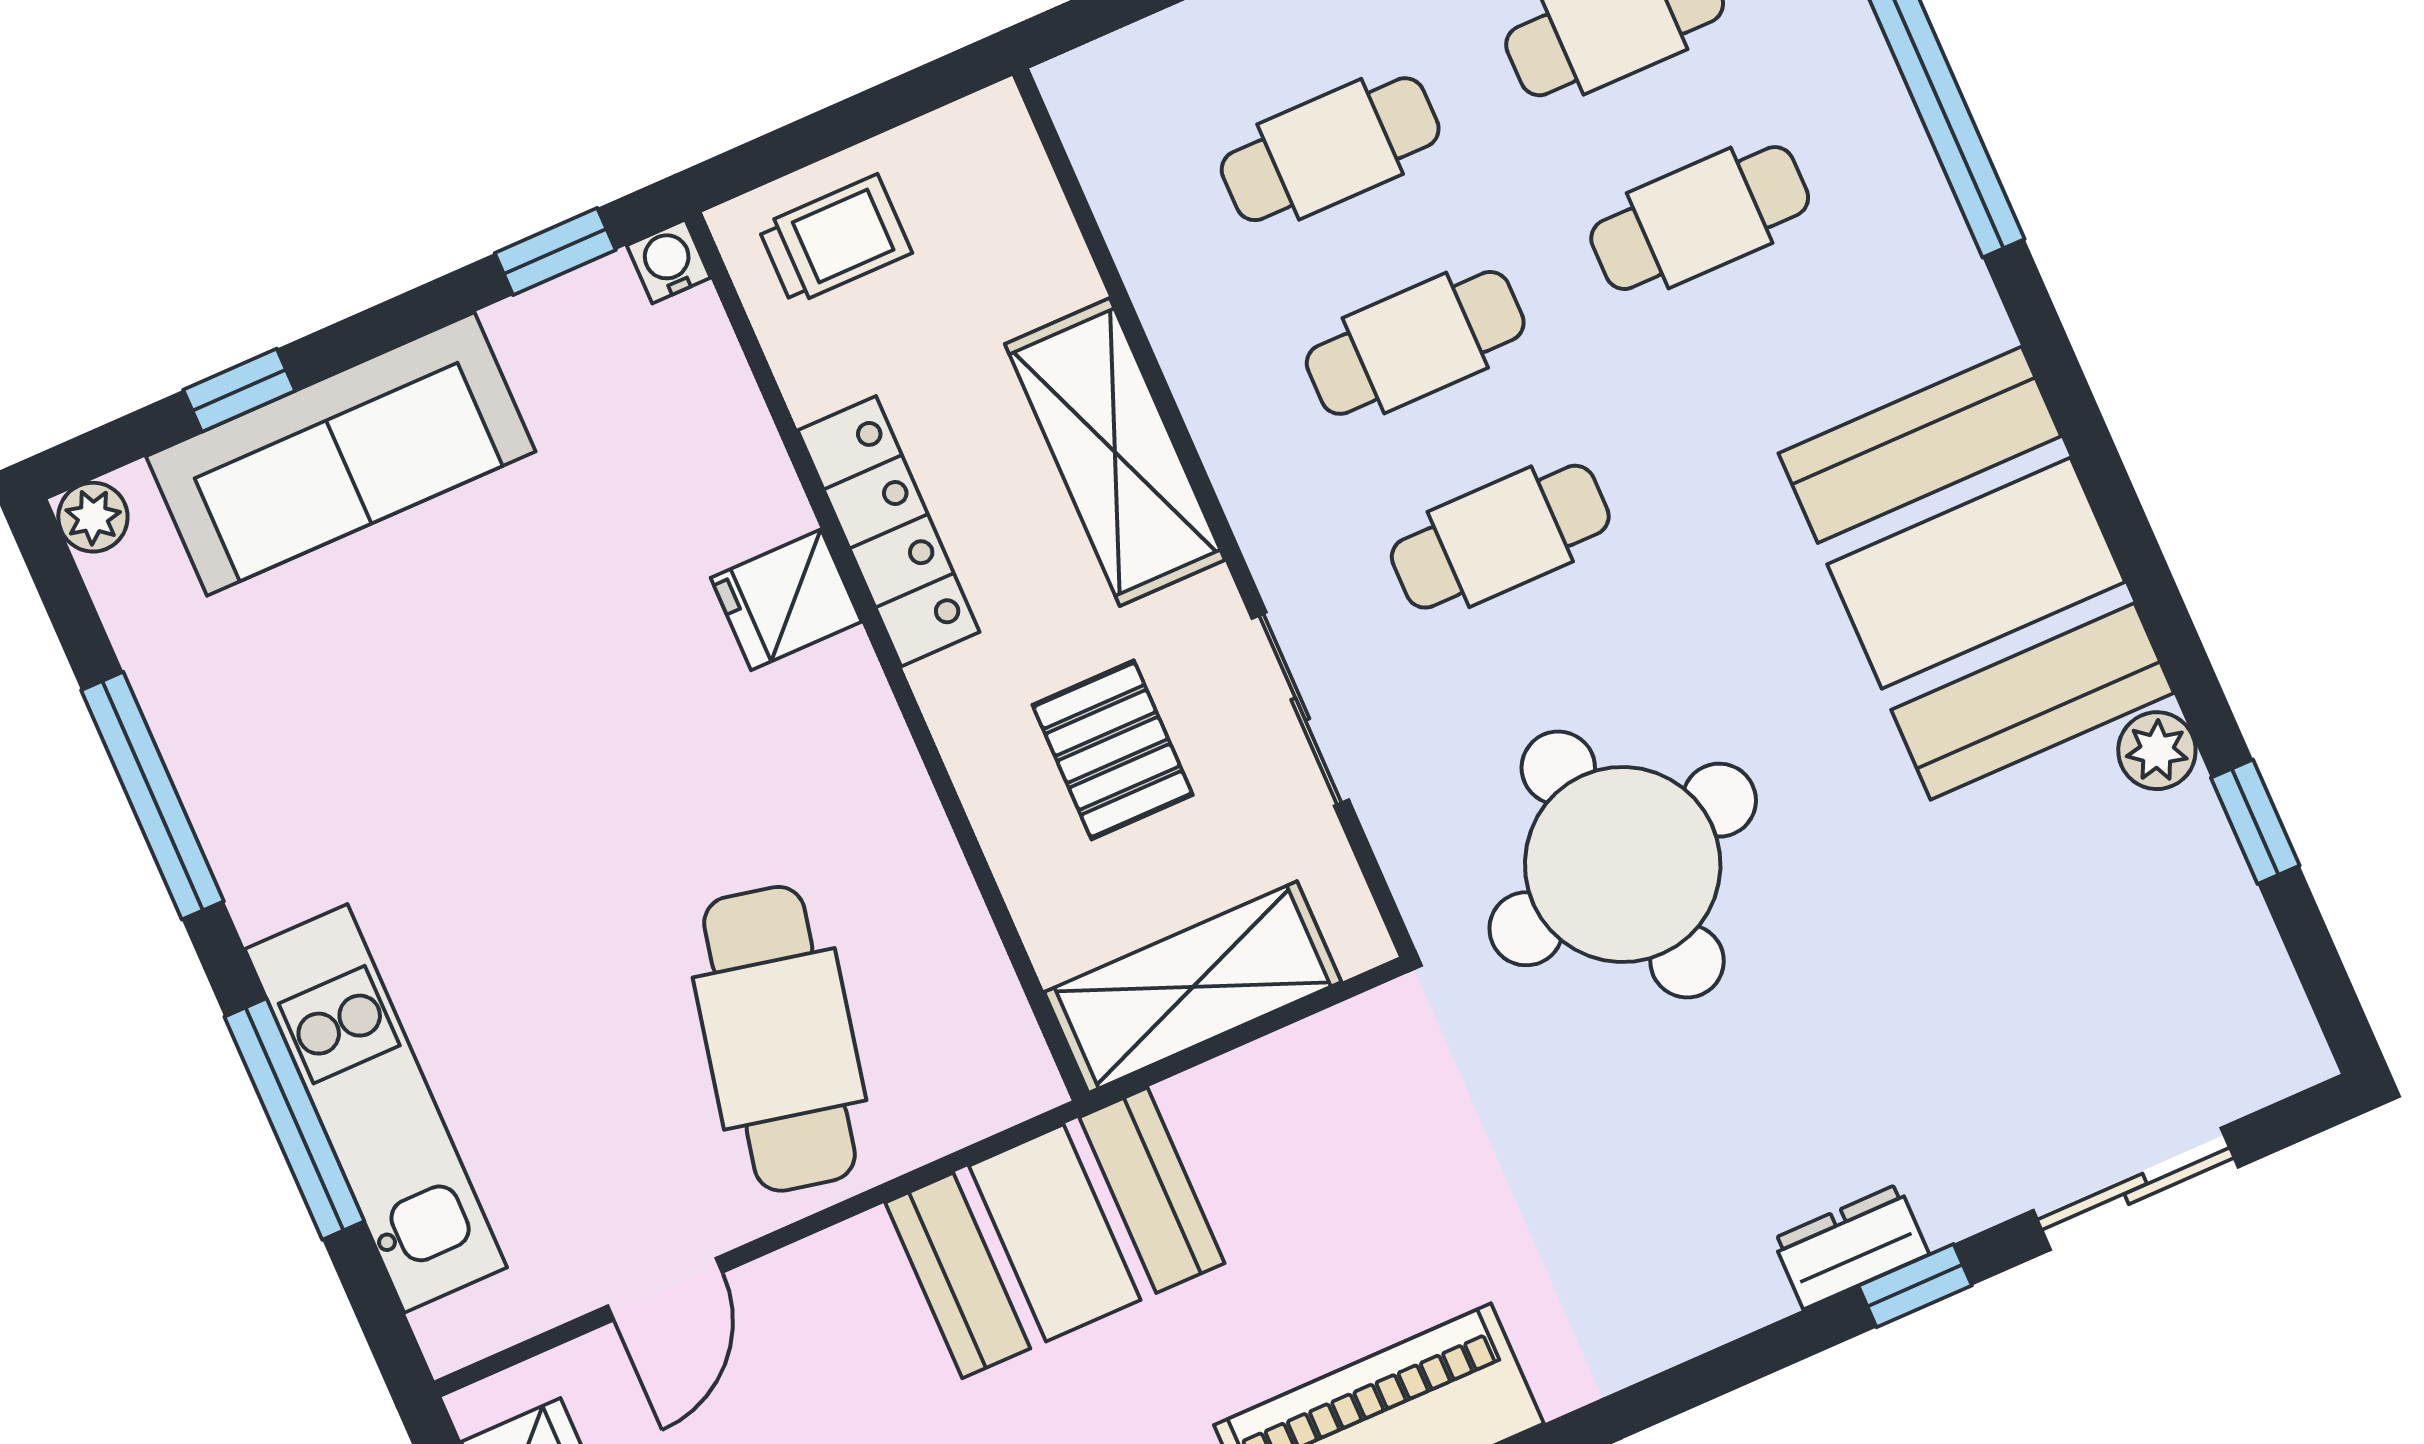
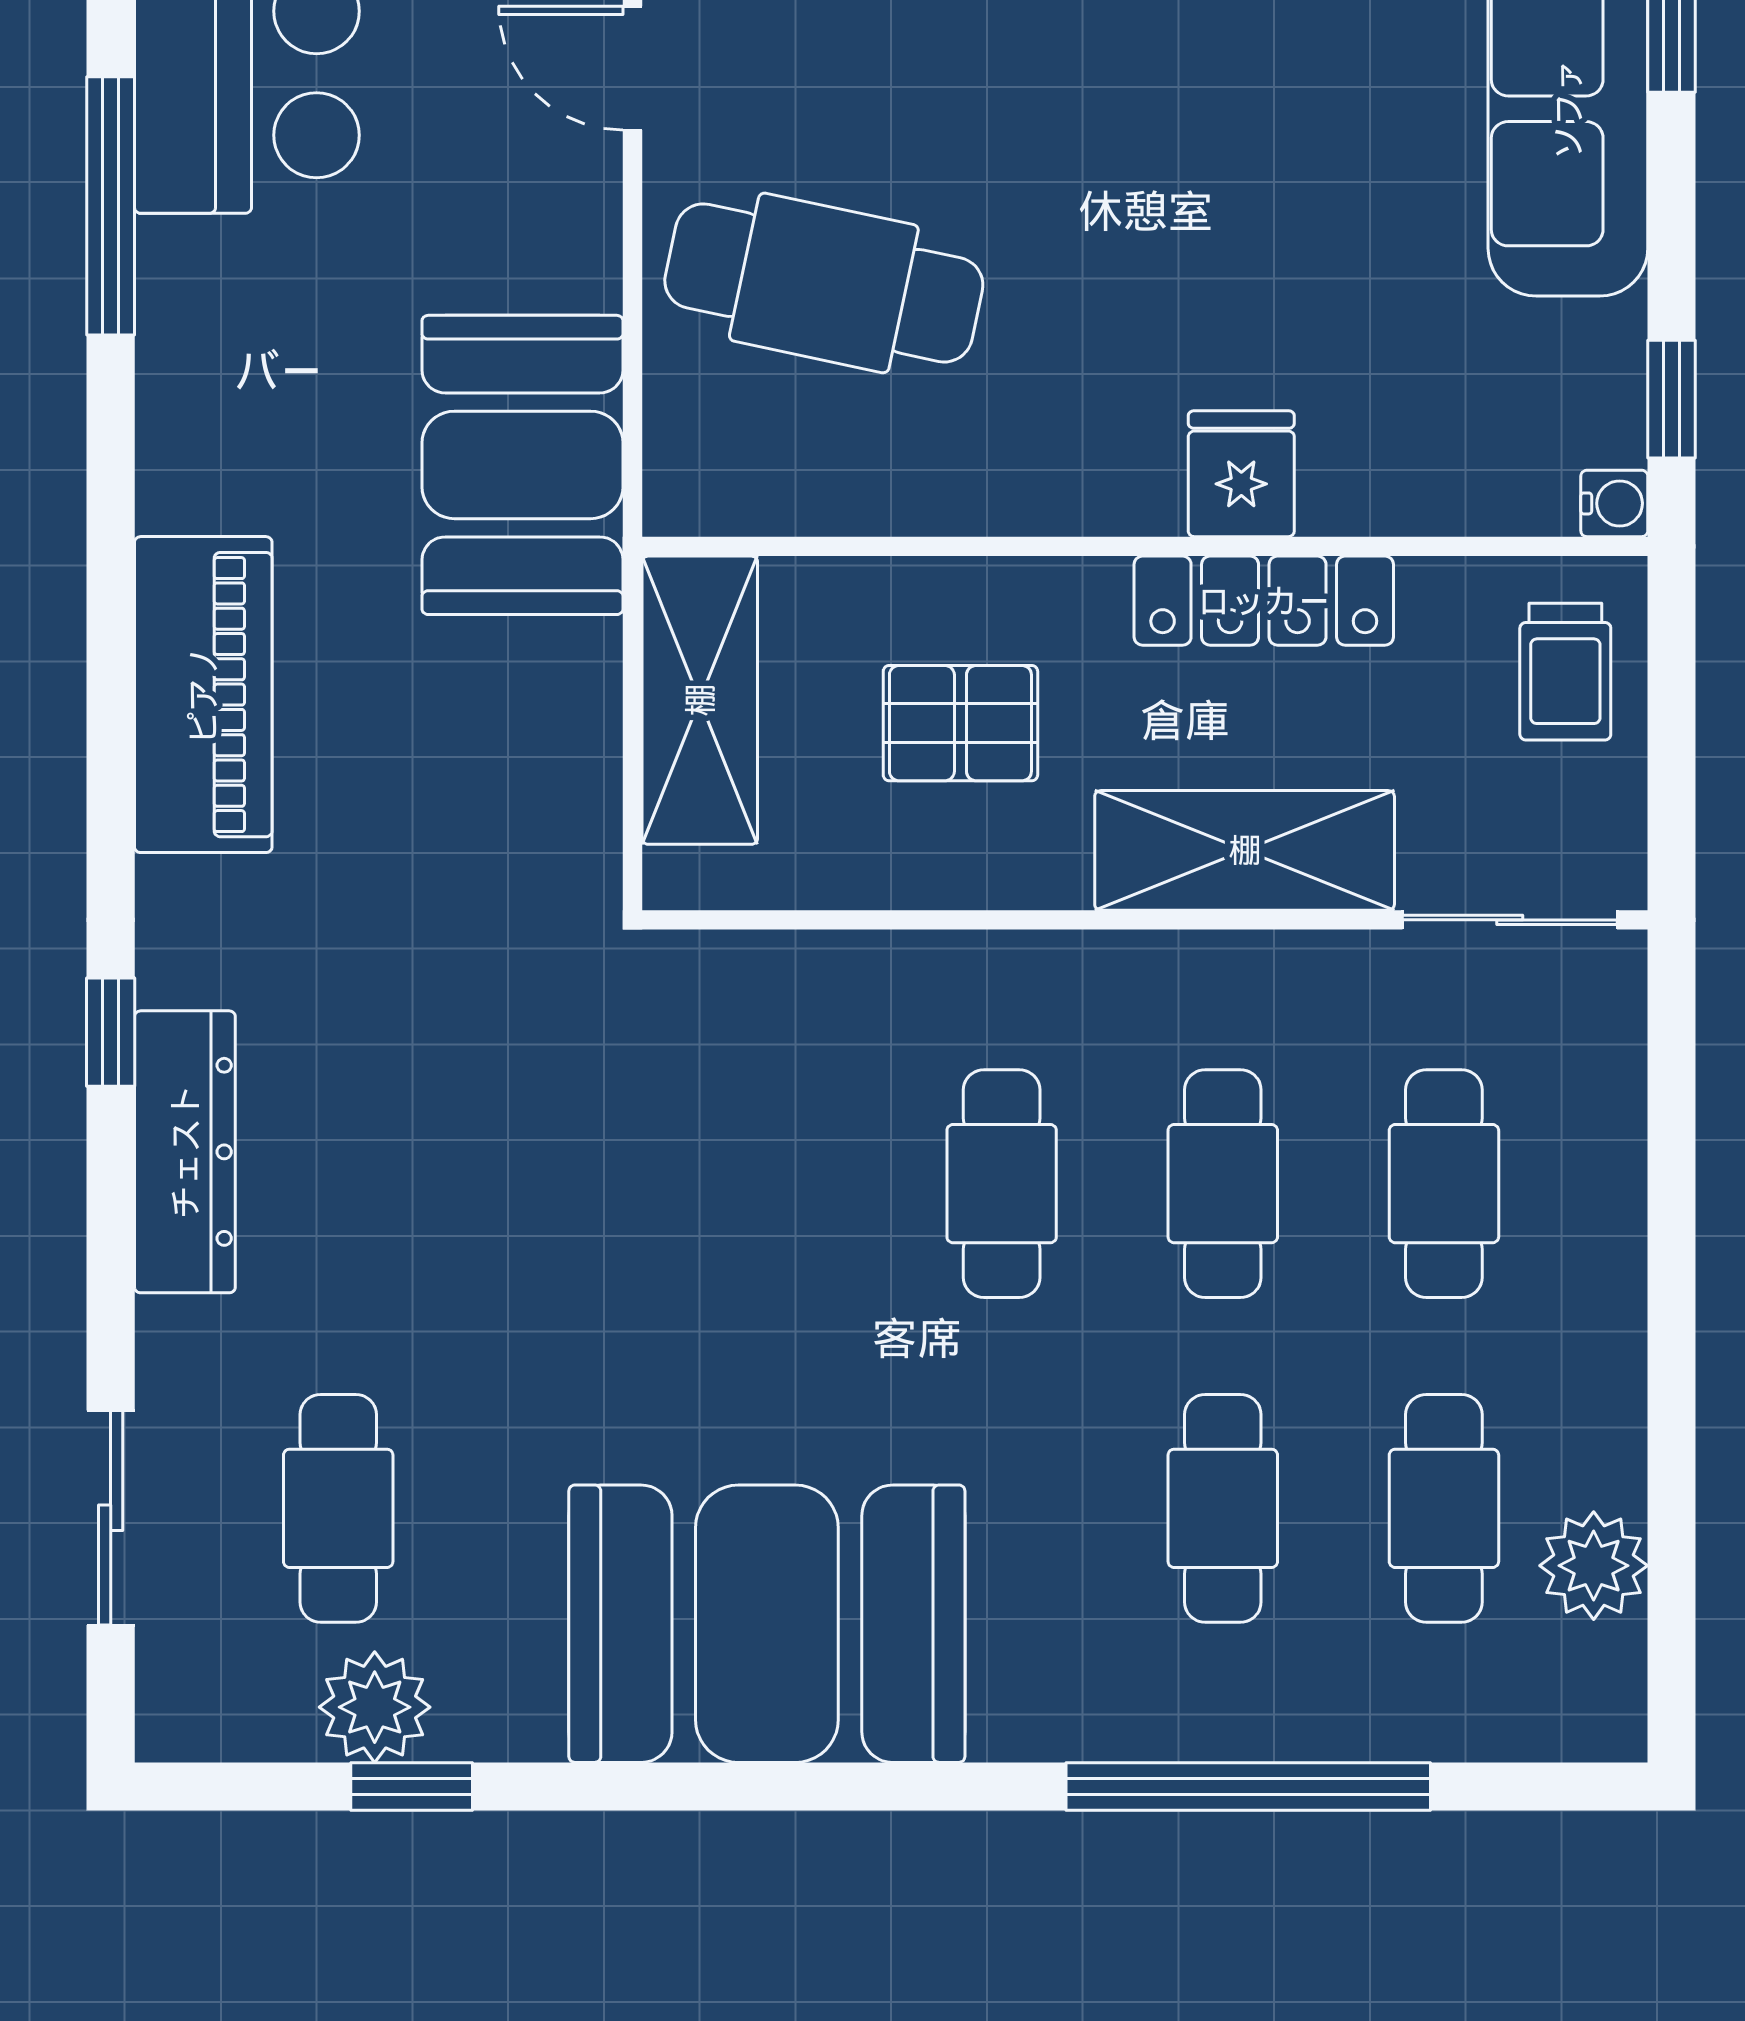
sliding door: (1300, 709) -> (1510, 920), moved
plant: (2157, 751) -> (375, 1707), moved, width x1.38, depth x1.38
round table: (1623, 864) -> (636, 1163), removed
cafe table: (2040, 993) -> (338, 1508), added
dresser: (1851, 1247) -> (185, 1152), width x1.96, depth x1.24
window: (1915, 1286) -> (111, 1032), moved

